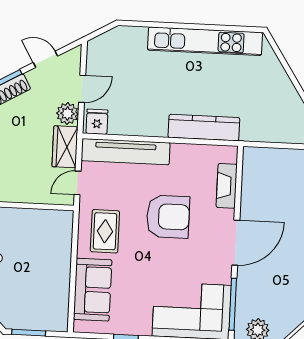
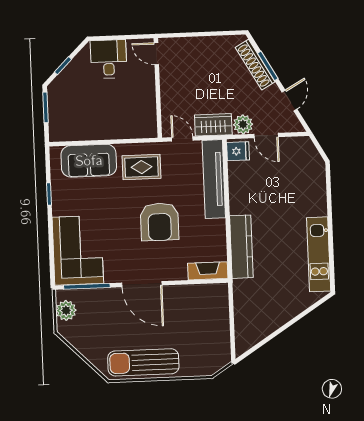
kitchen unit: (205, 41) -> (319, 254), width x0.73
fireplace: (227, 186) -> (208, 271), moved

